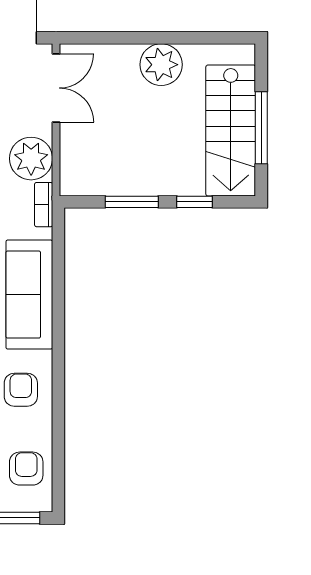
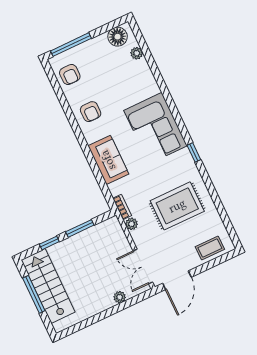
plant: (161, 65) -> (120, 297), moved, width x0.53, depth x0.53
plant: (31, 159) -> (132, 224), width x0.53, depth x0.53
sofa: (29, 295) -> (108, 160), width x0.73

